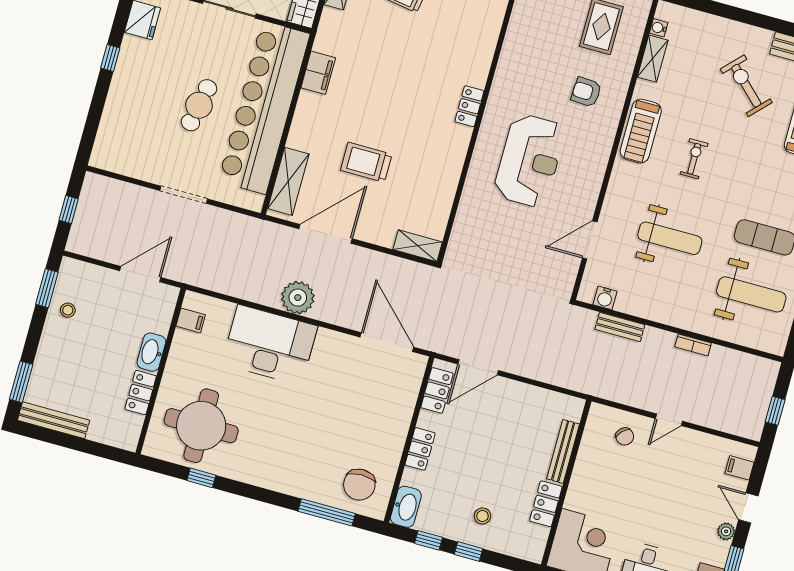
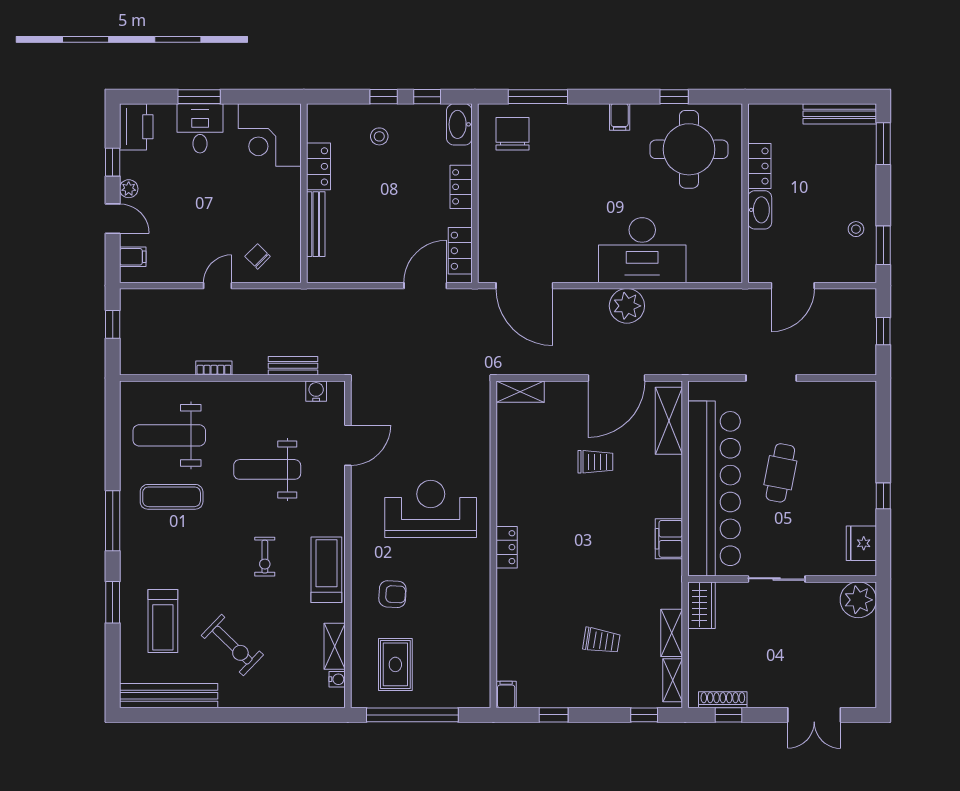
reception desk: (530, 161) -> (431, 509), turned 90
trolley: (366, 162) -> (595, 462), width x0.73, depth x0.72
filing cabinet: (191, 320) -> (620, 117), moved, turned -90

